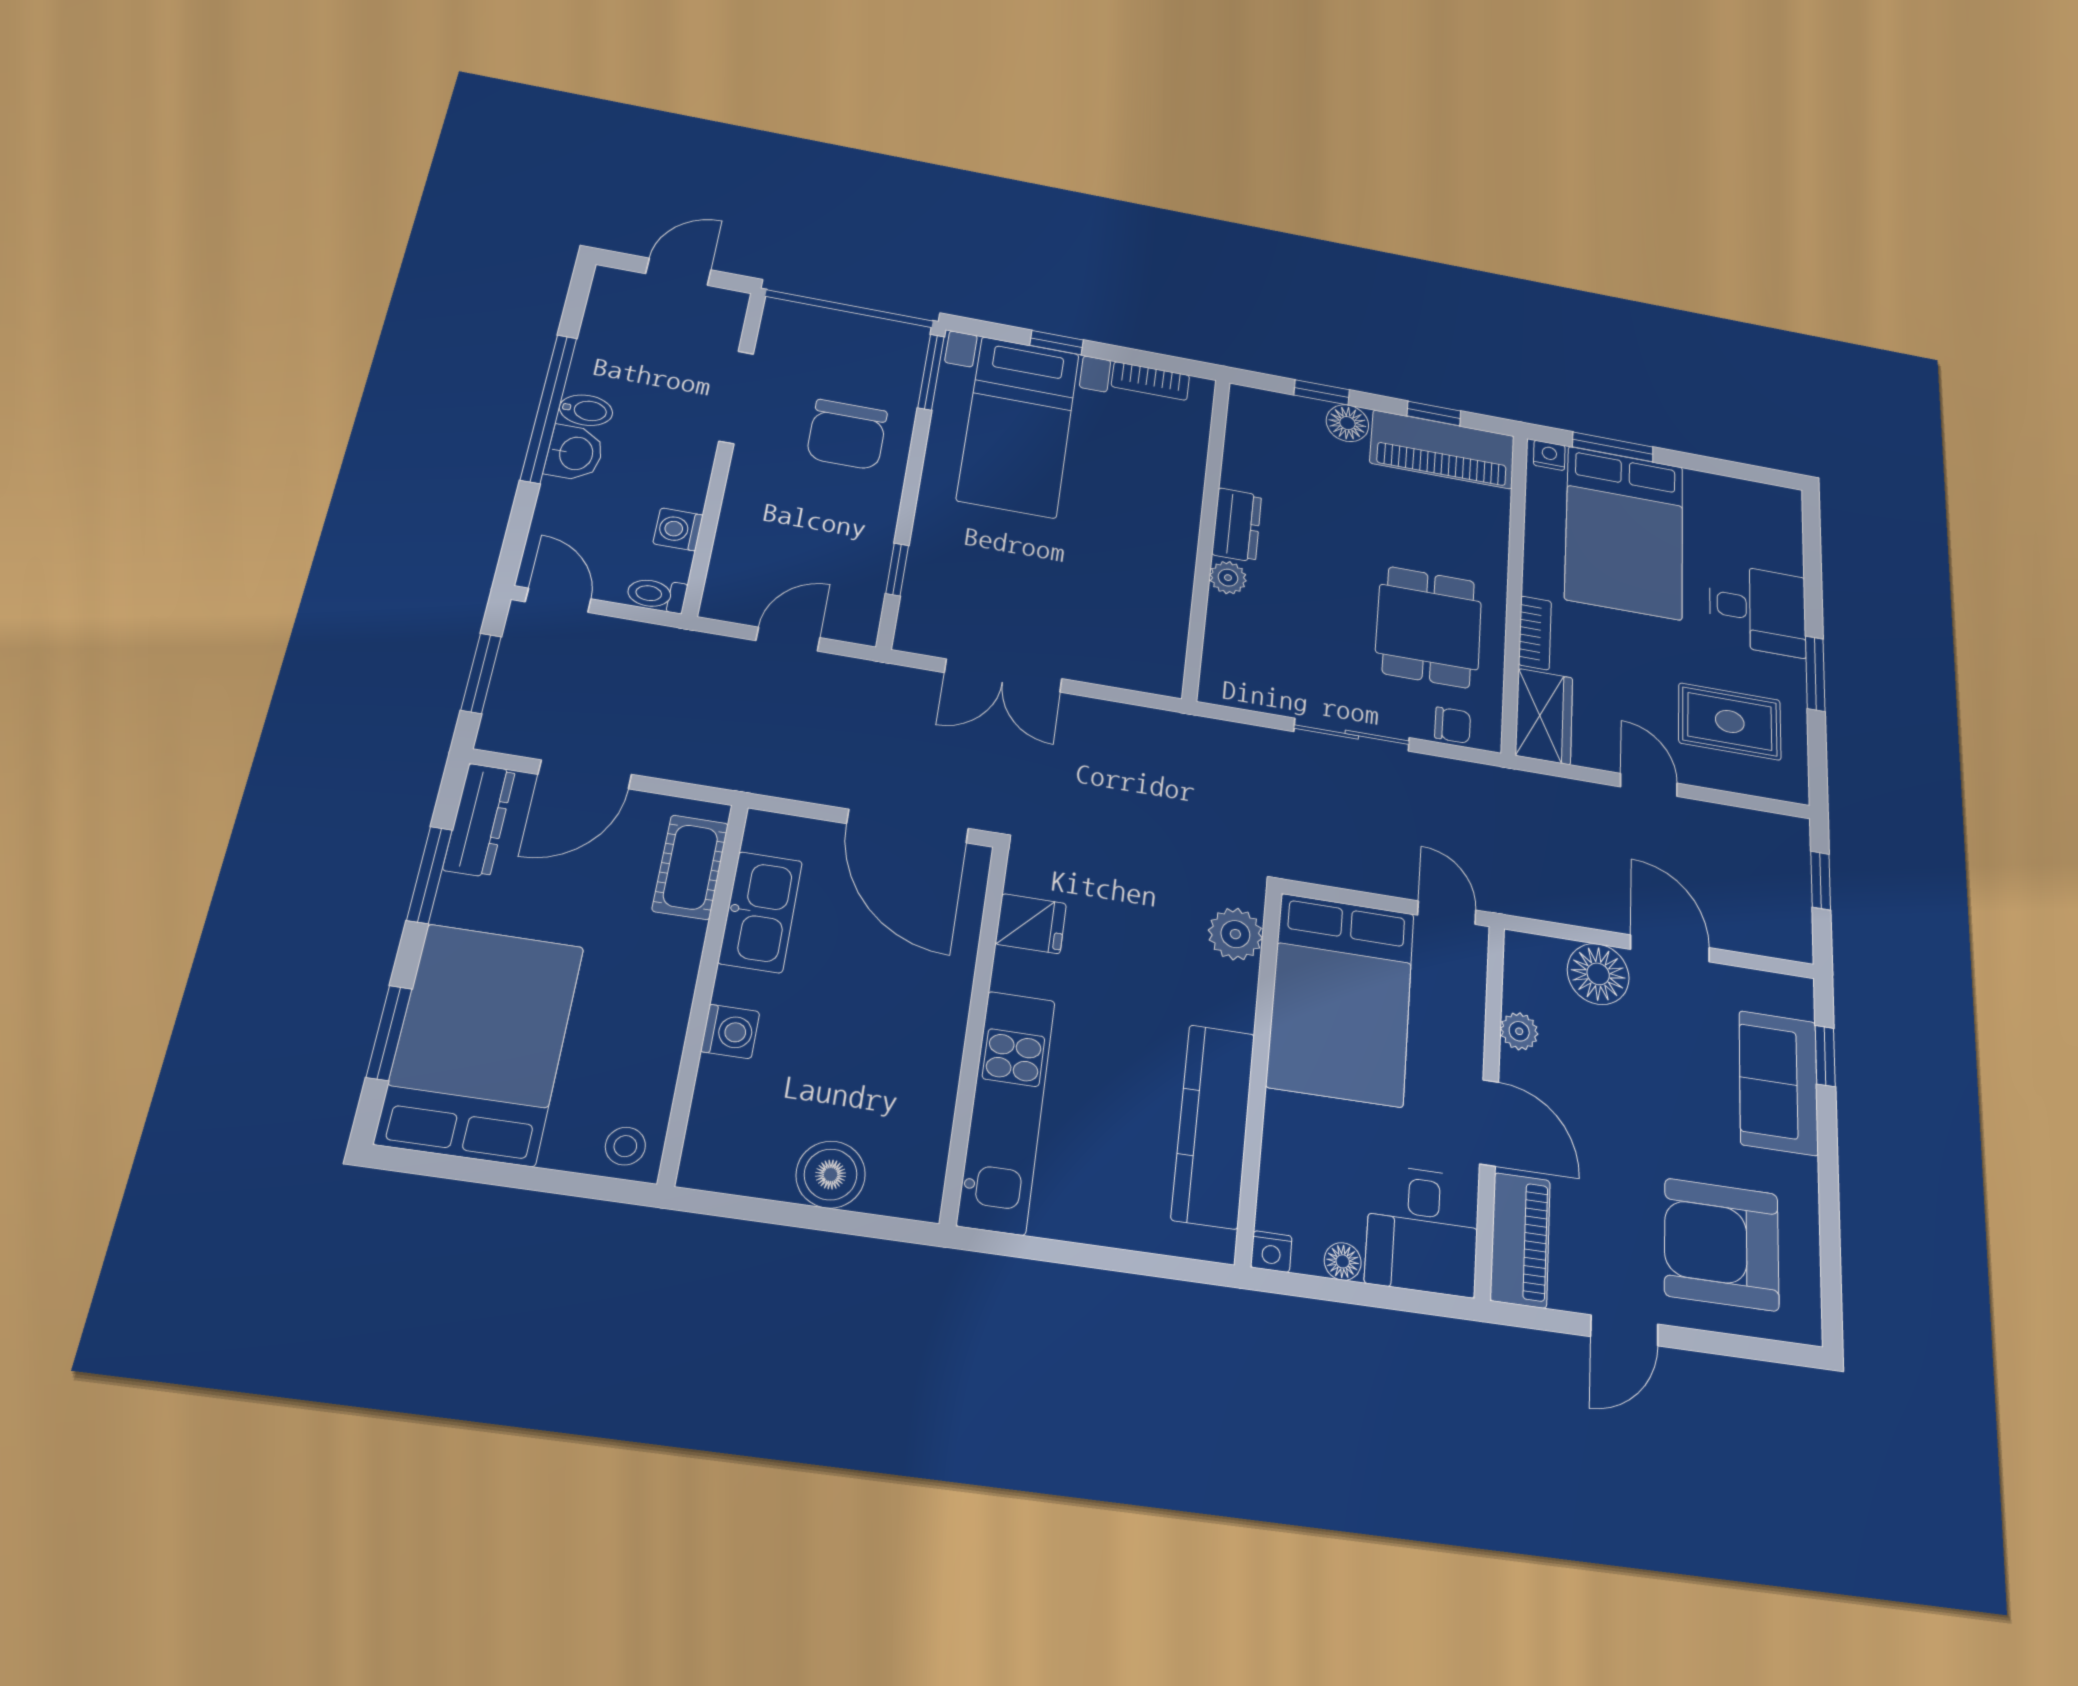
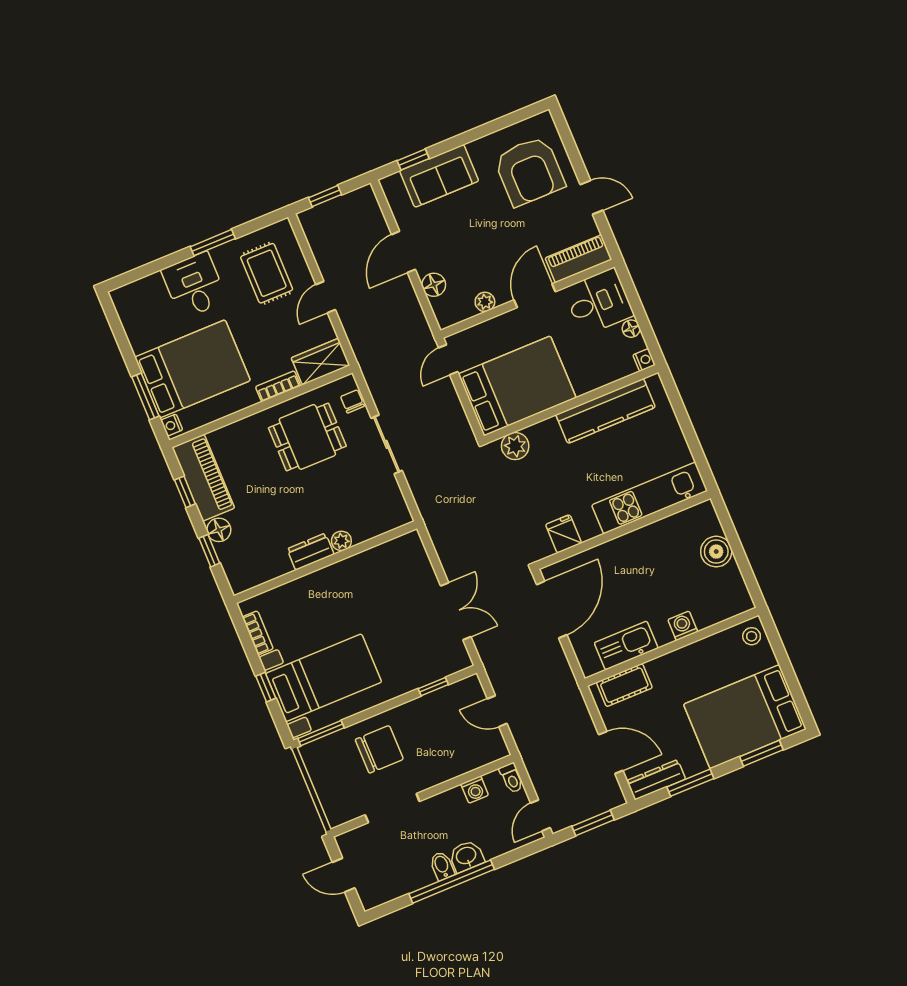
floor lamp: (1598, 974) -> (434, 285), width x0.73, depth x0.73

